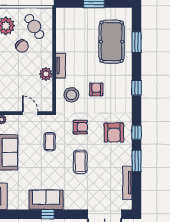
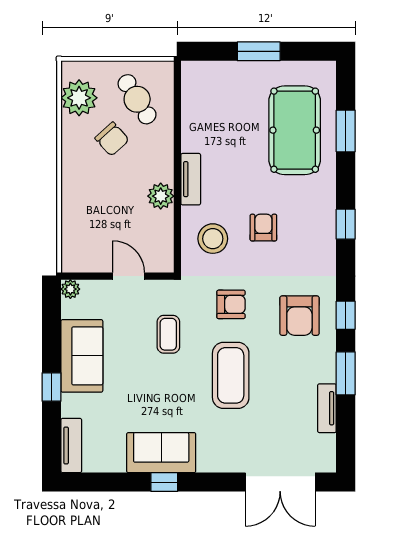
coffee table: (80, 162) -> (231, 375), width x1.36, depth x1.32
tv unit: (127, 183) -> (327, 408), width x0.71

